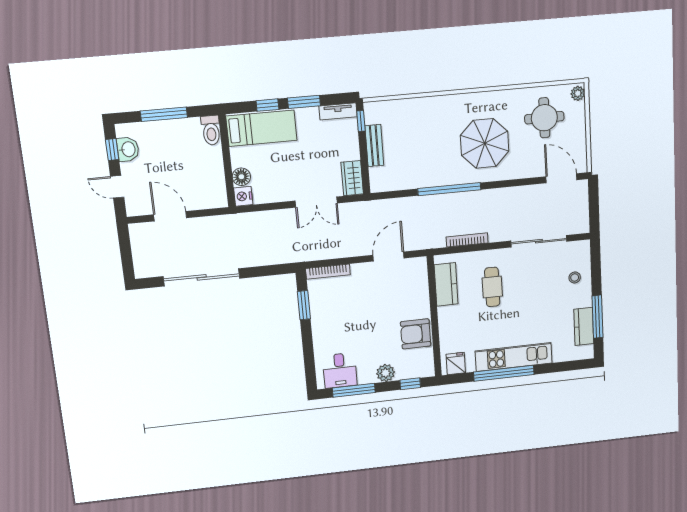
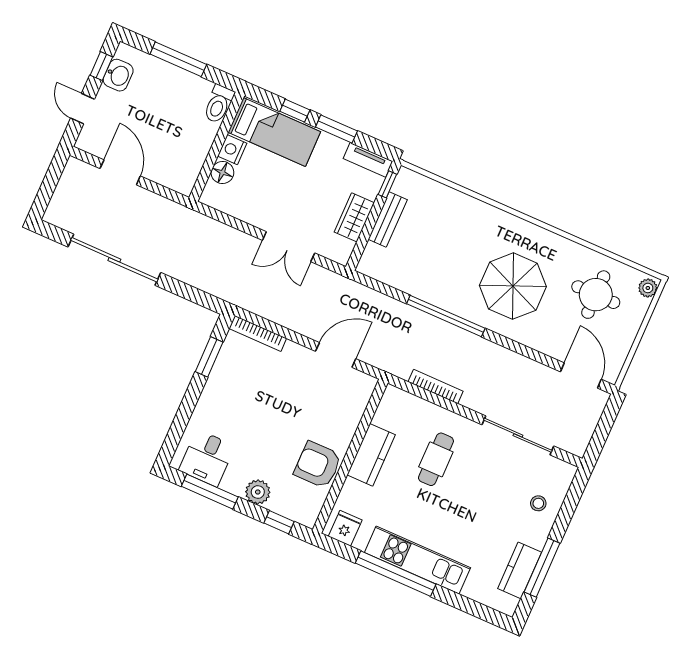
wardrobe: (352, 178) -> (354, 217), moved
nightstand: (243, 196) -> (232, 150), moved
kitchen counter: (446, 284) -> (371, 455), moved

